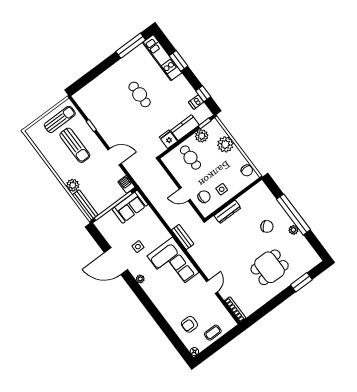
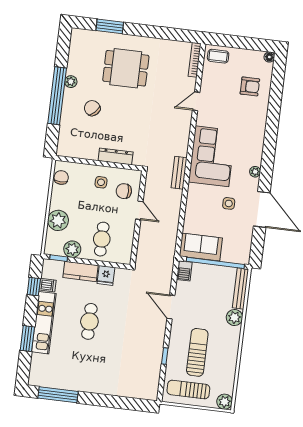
kitchen unit: (162, 58) -> (44, 323), moved
cafe table: (140, 94) -> (89, 321), moved
plant: (33, 132) -> (225, 402), added
coffee table: (213, 333) -> (218, 56), moved

